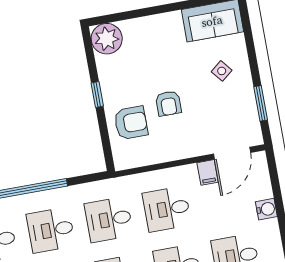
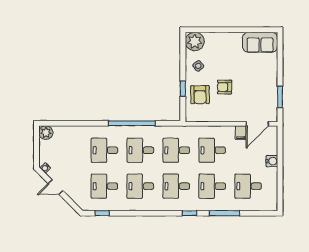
side table: (222, 71) -> (198, 66), moved
window: (97, 94) -> (183, 89), moved
armchair: (168, 103) -> (225, 87), turned 90
armchair: (131, 123) -> (200, 95), turned 89

